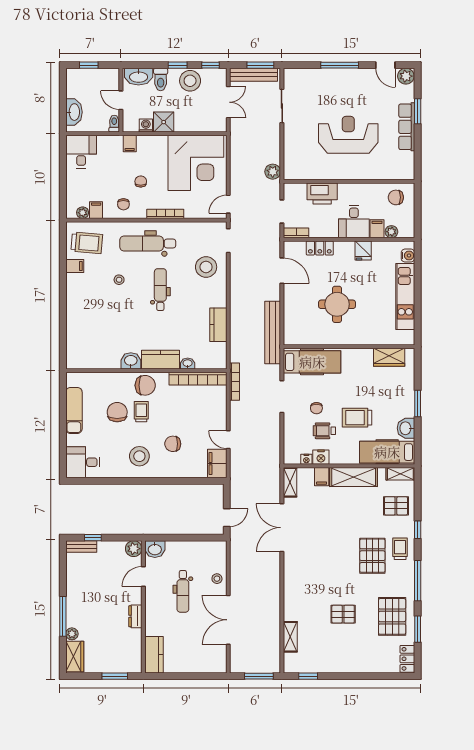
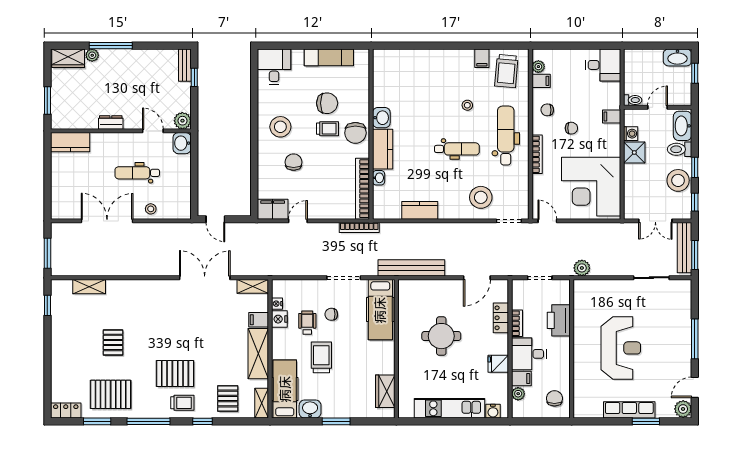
washbasin: (74, 112) -> (677, 57), moved
bookcase: (296, 233) -> (517, 323), moved

